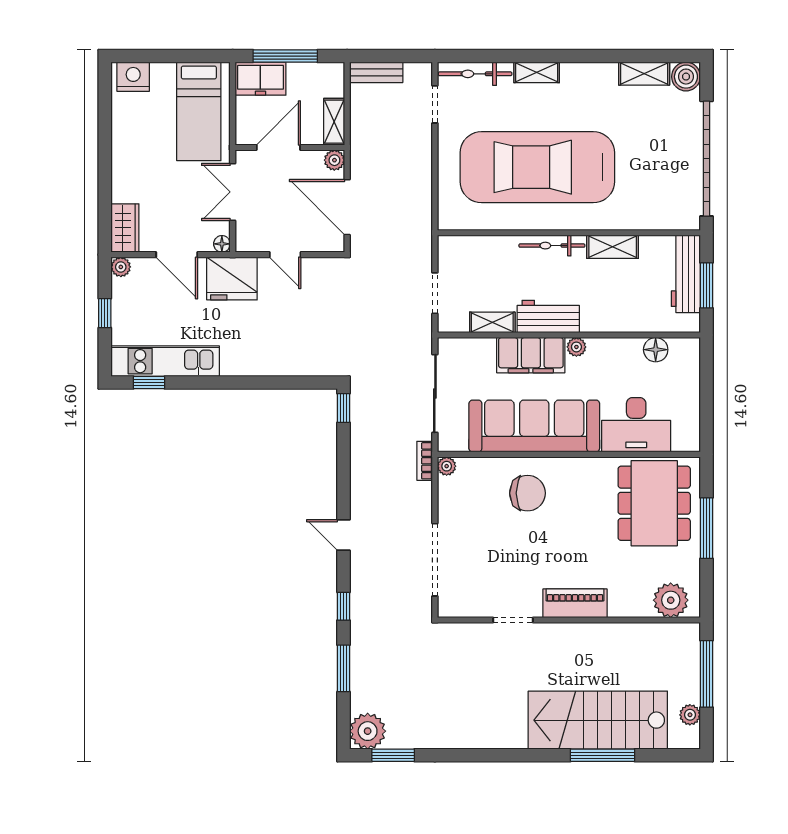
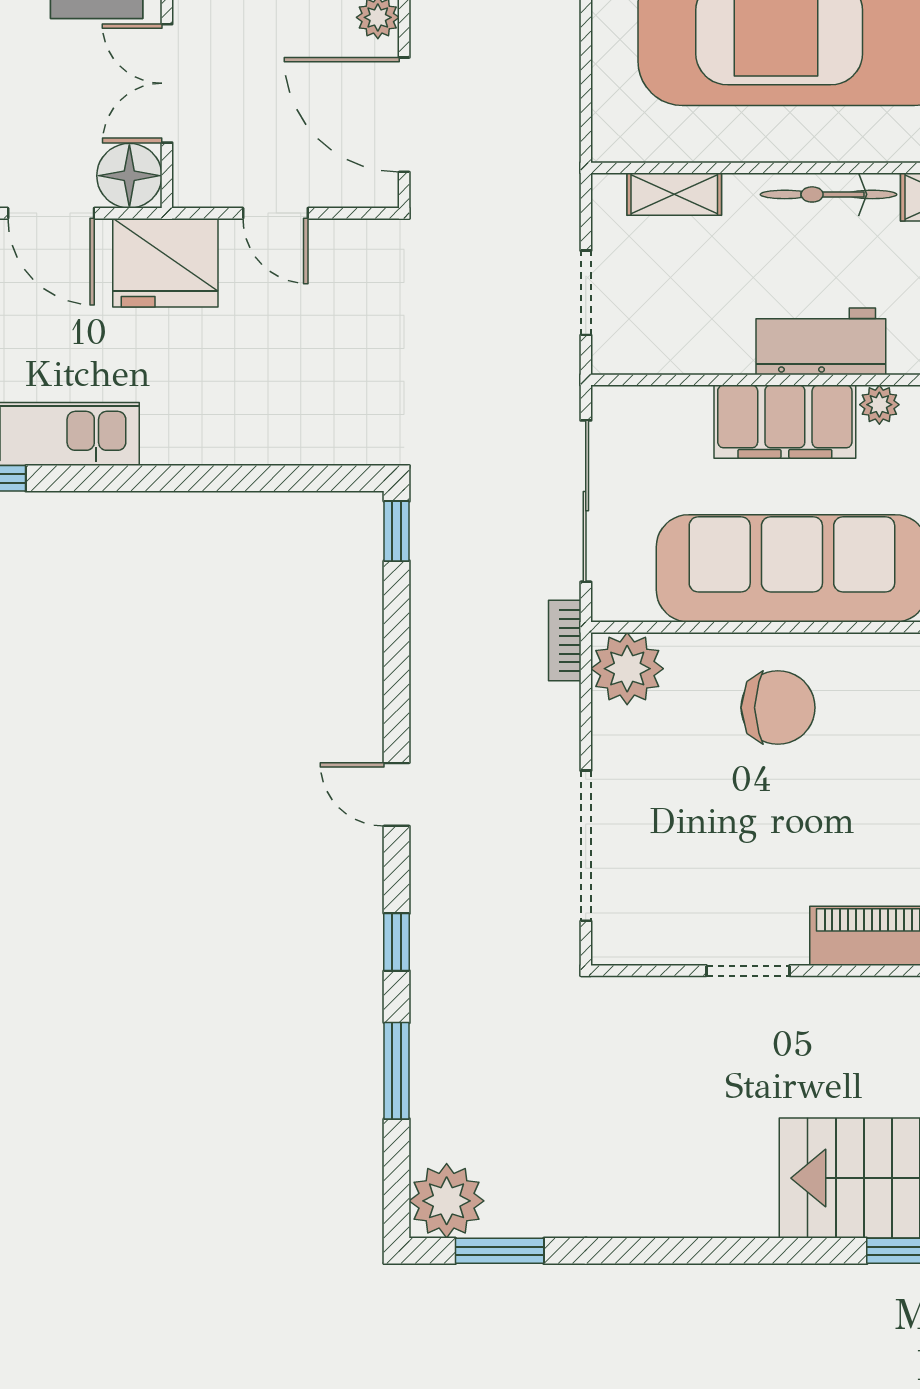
floor lamp: (222, 244) -> (129, 176), width x1.89, depth x1.89
shelving: (492, 322) -> (674, 194), moved
plant: (447, 466) -> (627, 669), width x1.87, depth x1.87

